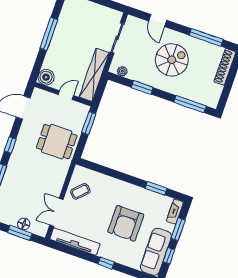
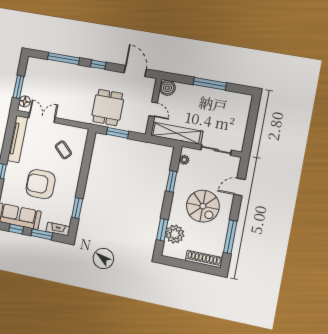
plant: (196, 92) -> (175, 234), added
window: (190, 104) -> (162, 230), width x0.69
window: (89, 123) -> (118, 133), moved
coffee table: (80, 191) -> (63, 150), moved
floor lamp: (24, 224) -> (25, 101), moved

